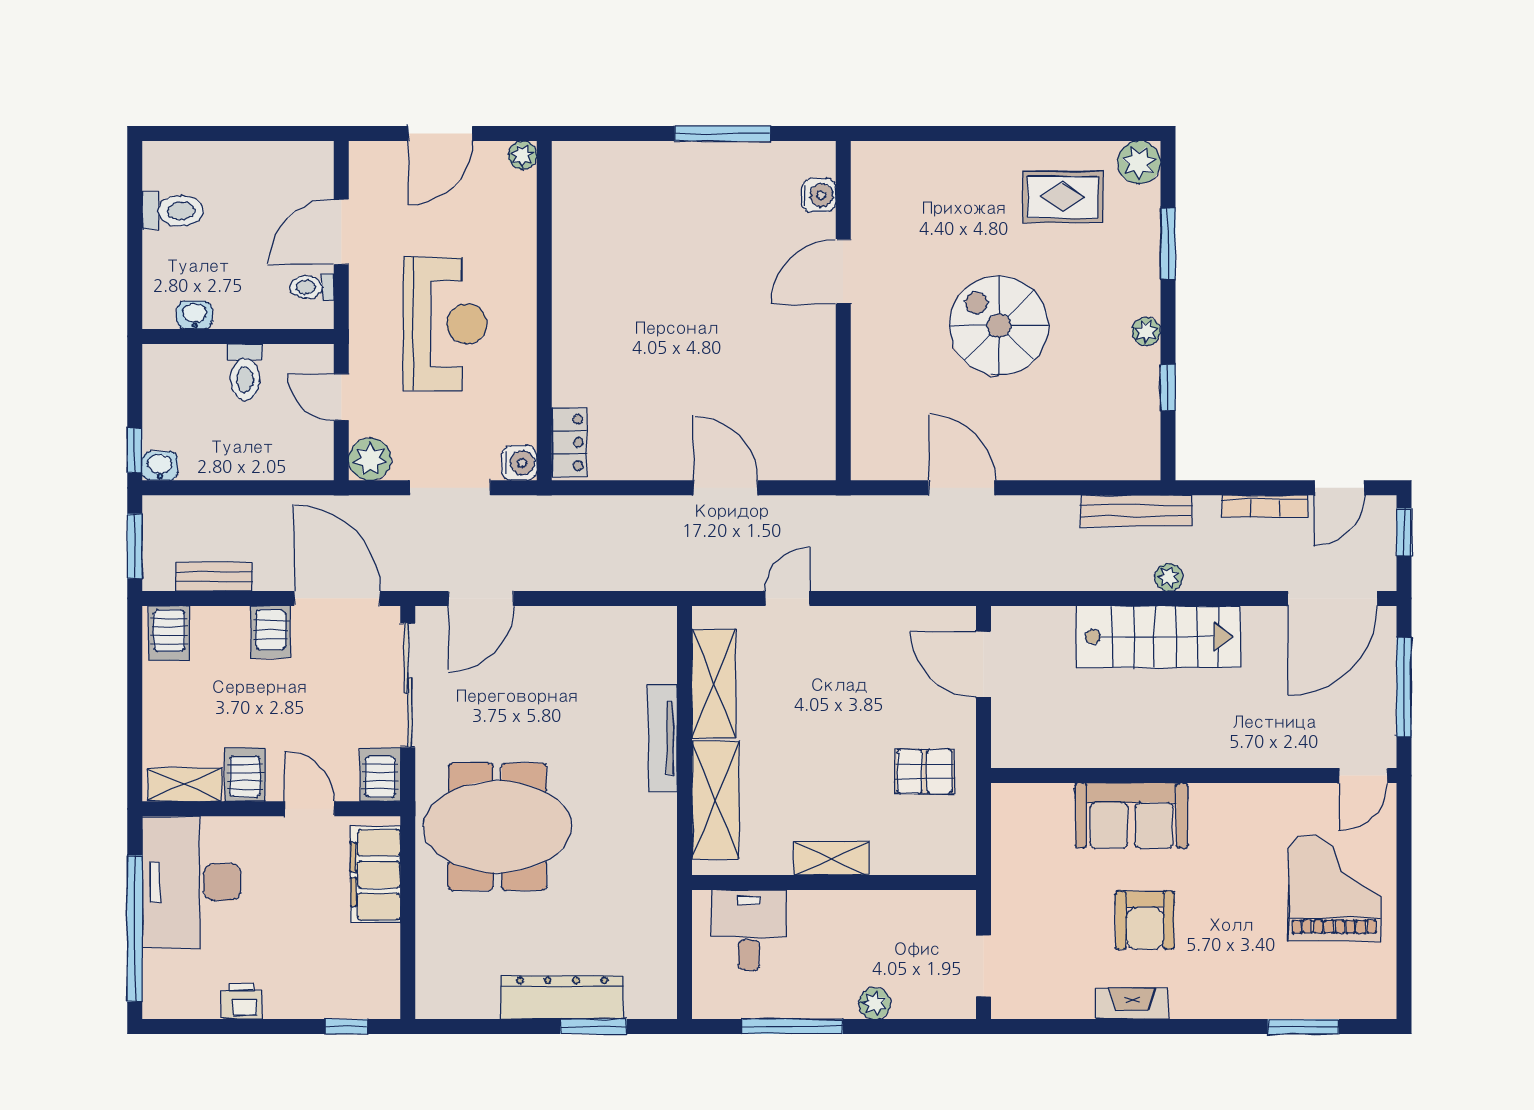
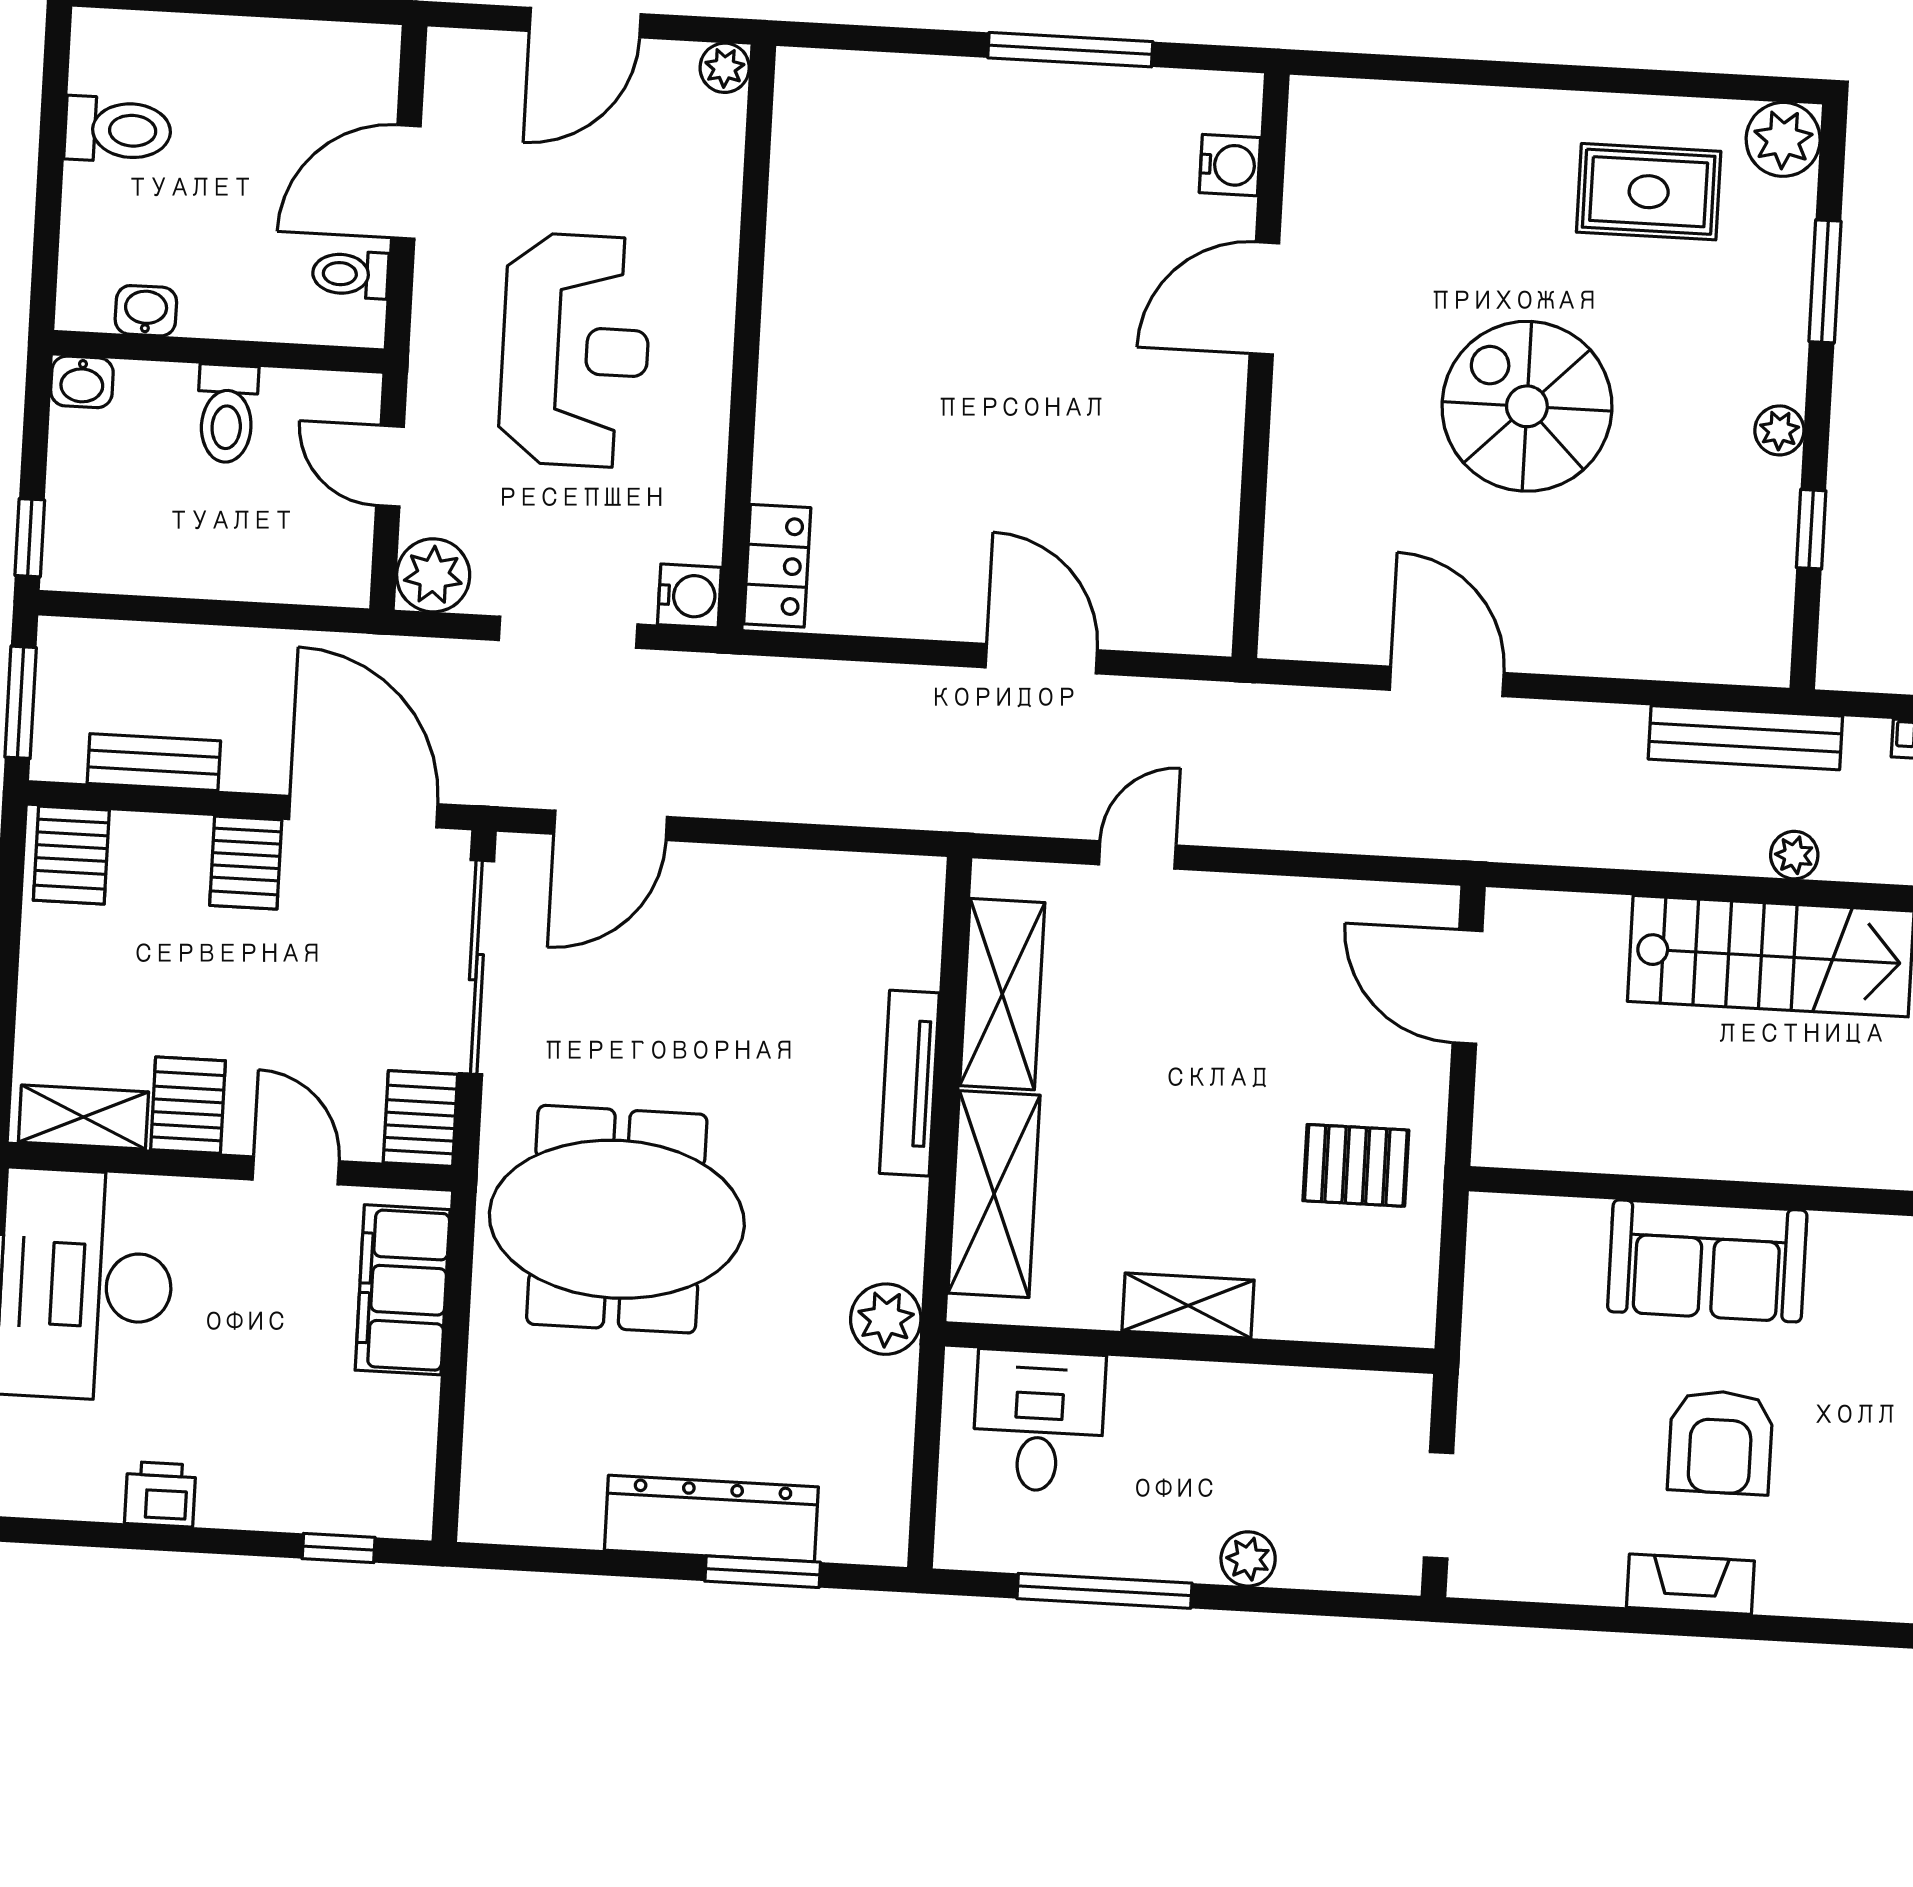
washbasin: (160, 466) -> (82, 382), moved, turned 180
plant: (657, 876) -> (886, 1319), added

